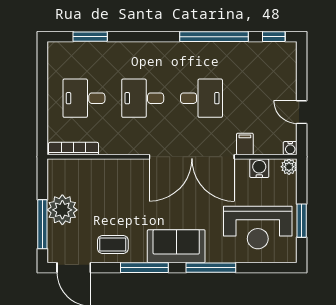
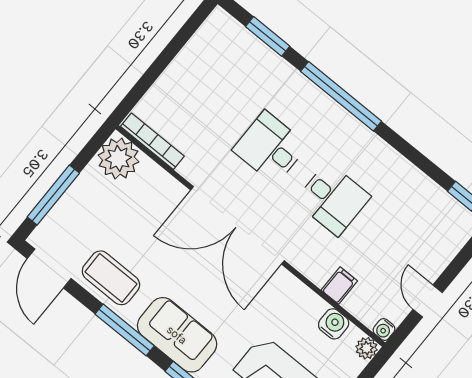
window: (214, 37) -> (341, 96), moved
desk: (84, 98) -> (207, 97), removed
double door: (192, 157) -> (237, 225), moved
plant: (62, 210) -> (118, 158), moved
coffee table: (113, 244) -> (111, 278), width x1.36, depth x1.30

